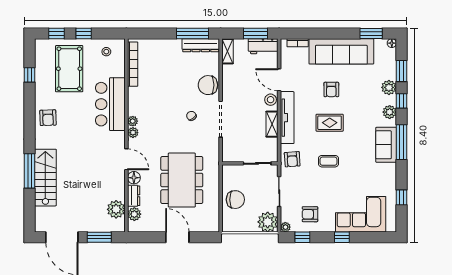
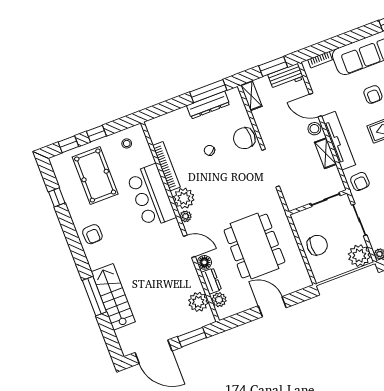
dresser: (201, 45) -> (208, 105), moved
bookcase: (133, 64) -> (166, 166), moved
chair: (191, 116) -> (209, 150), moved
plant: (133, 121) -> (184, 198), width x1.88, depth x1.88

